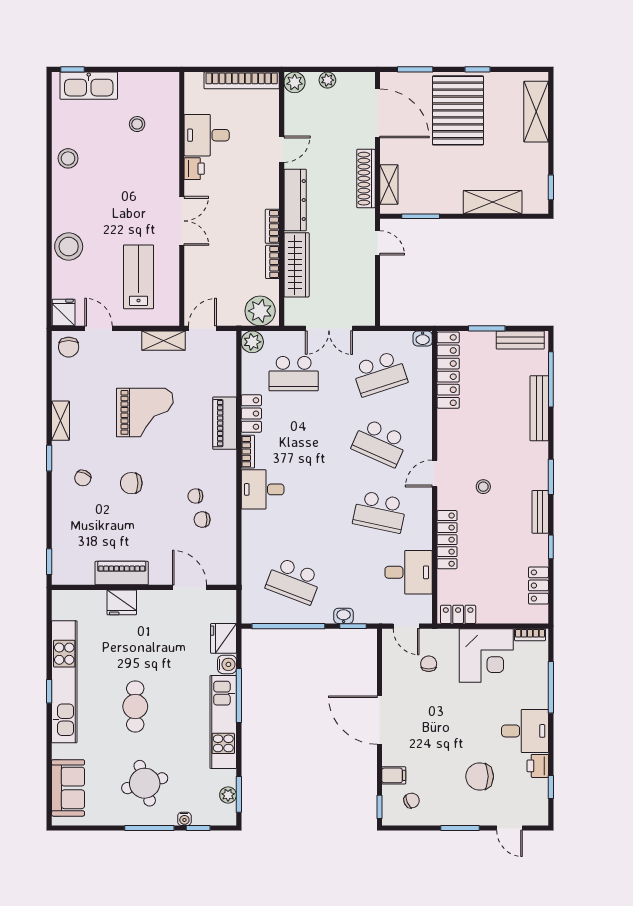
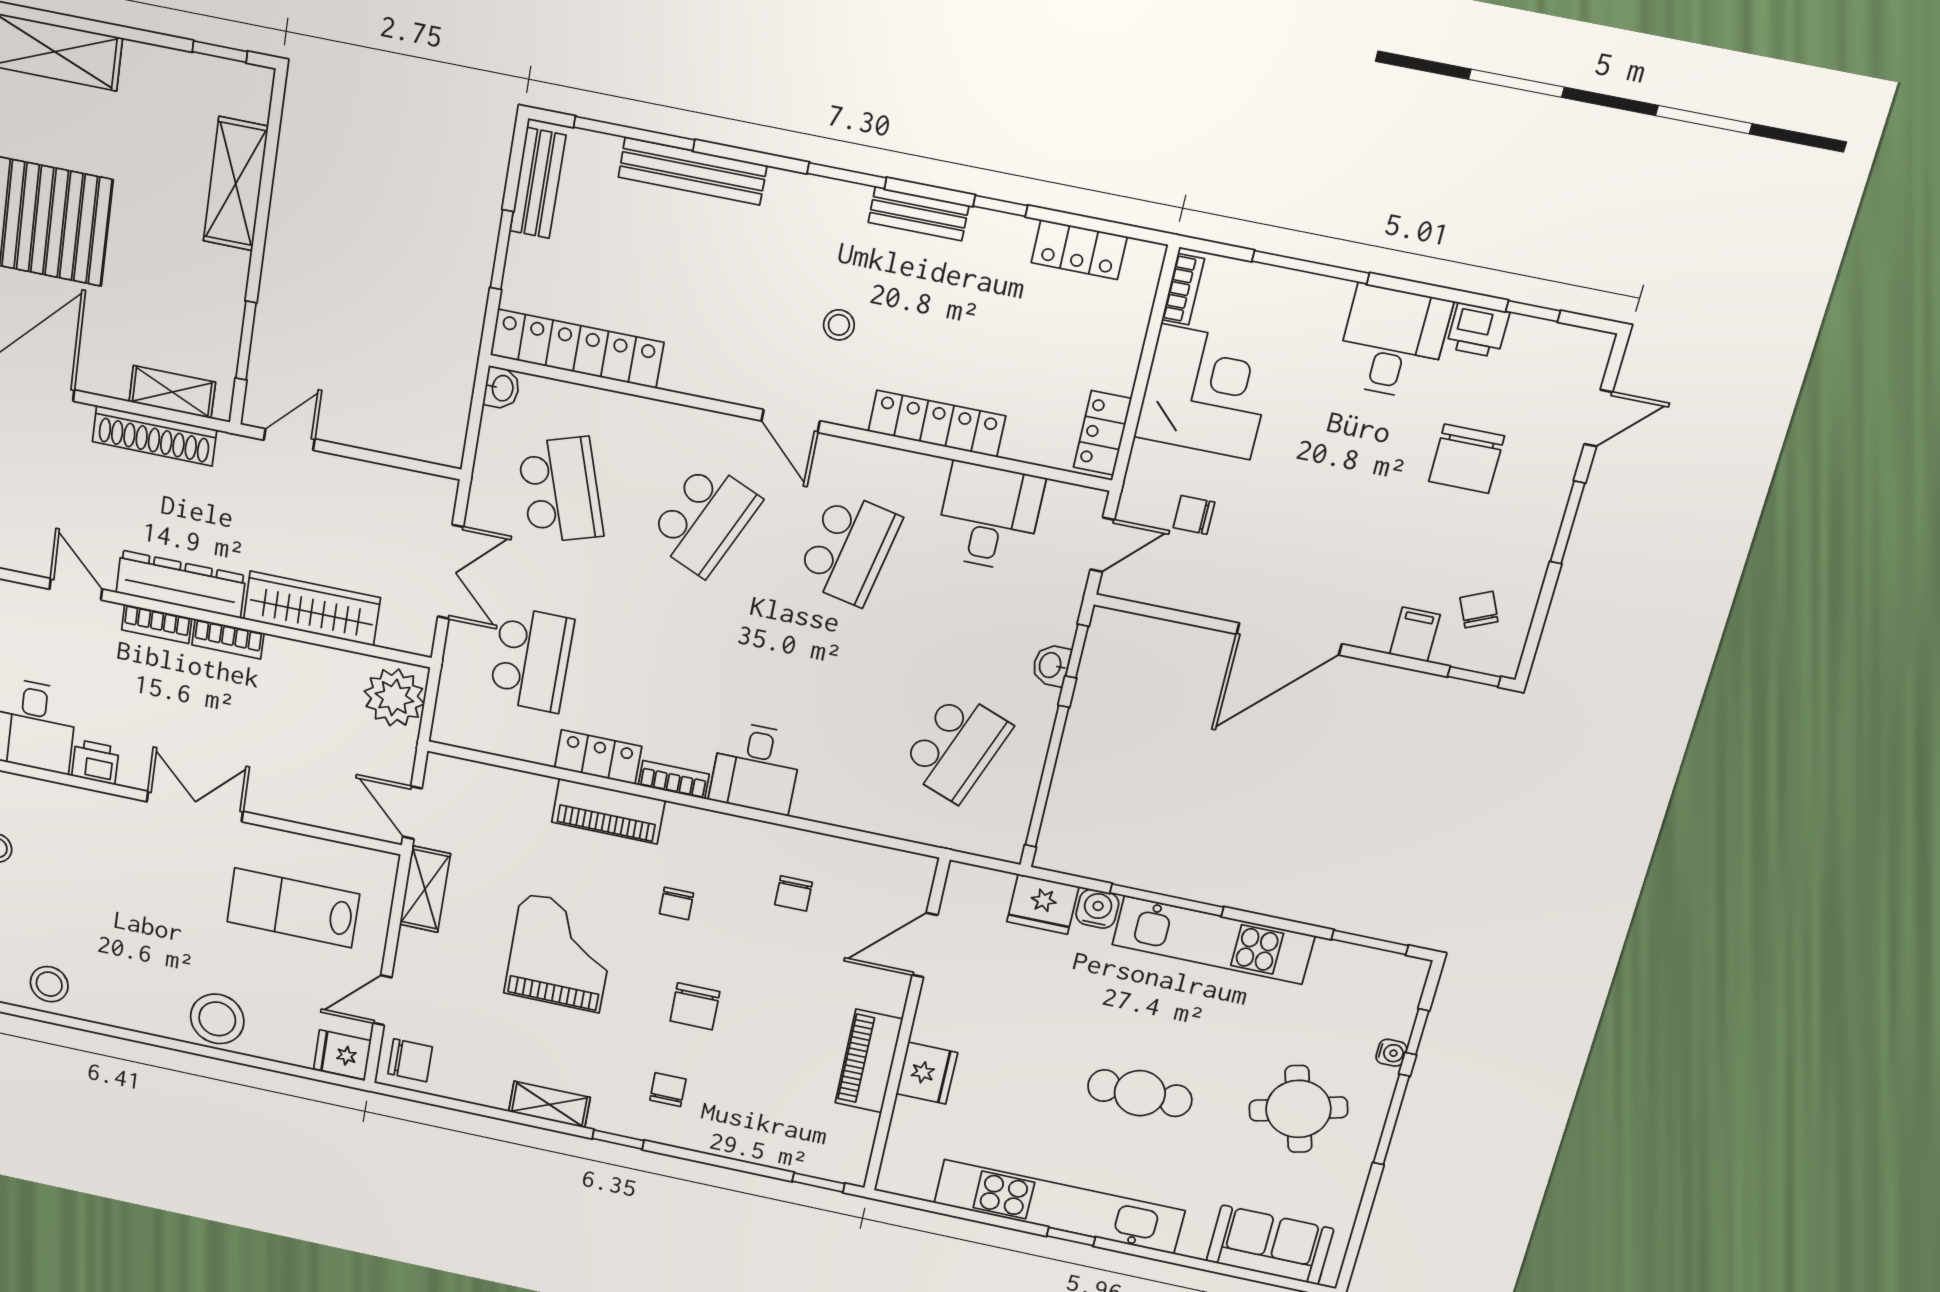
bookcase: (272, 262) -> (157, 624), moved
plant: (252, 342) -> (454, 725), removed
chair: (83, 478) -> (668, 1090), turned -113
chair: (195, 496) -> (676, 903), moved
plant: (228, 795) -> (1366, 963), removed

